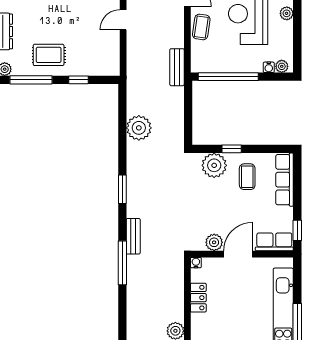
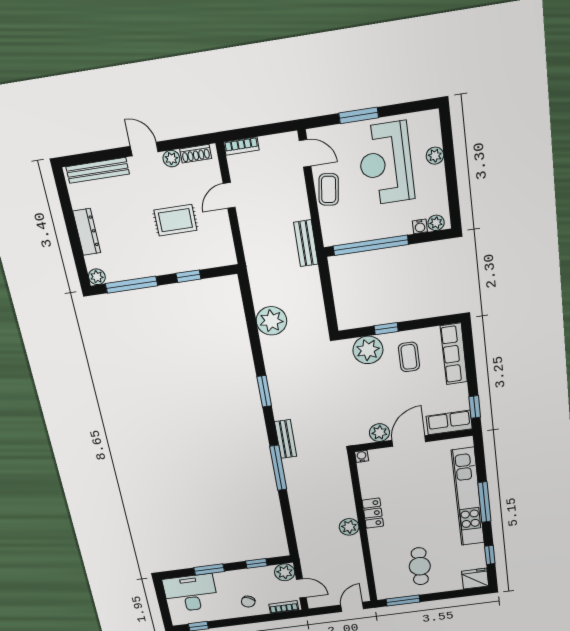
rug: (49, 55) -> (175, 220), moved
locker: (198, 298) -> (373, 513), moved

